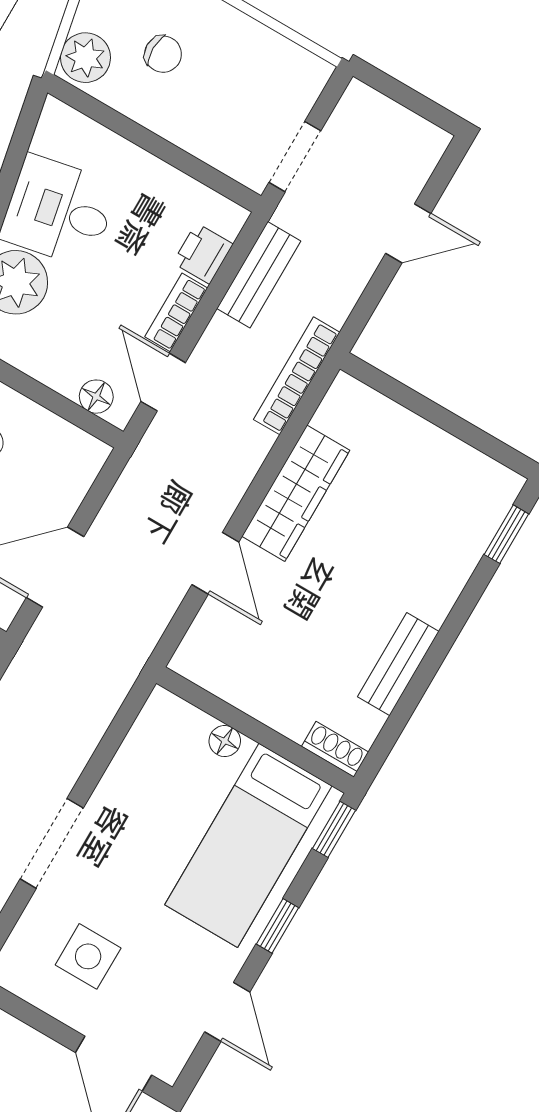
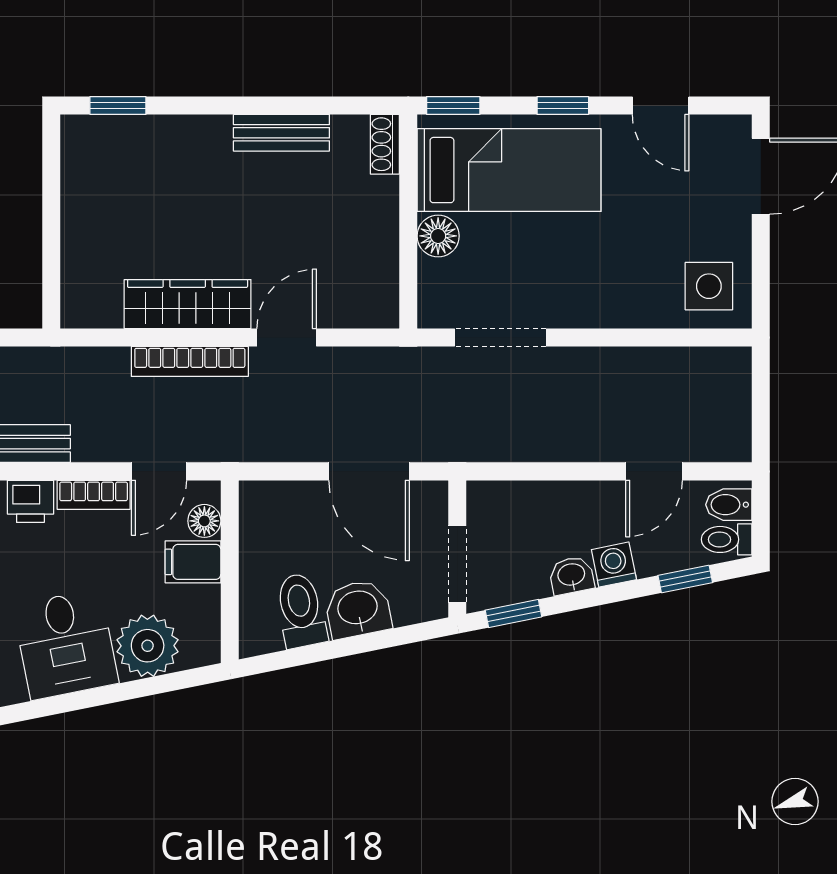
filing cabinet: (66, 365) -> (193, 562), added
bookcase: (297, 376) -> (190, 361), moved
floor lamp: (225, 741) -> (438, 236), width x1.37, depth x1.37
doorway: (52, 843) -> (500, 338), moved
side table: (88, 956) -> (709, 286), moved
door: (227, 1012) -> (661, 106), swing flipped

